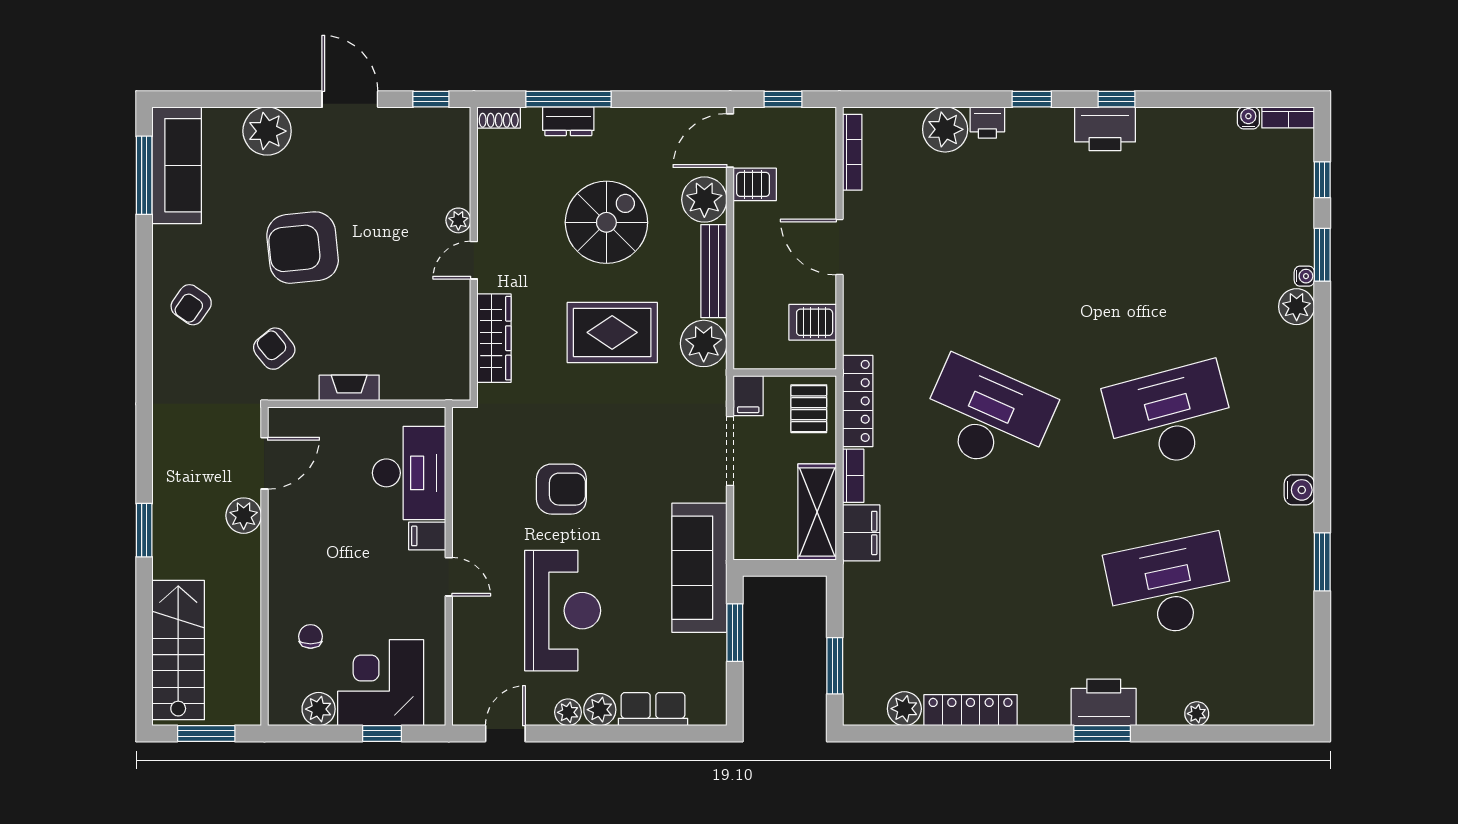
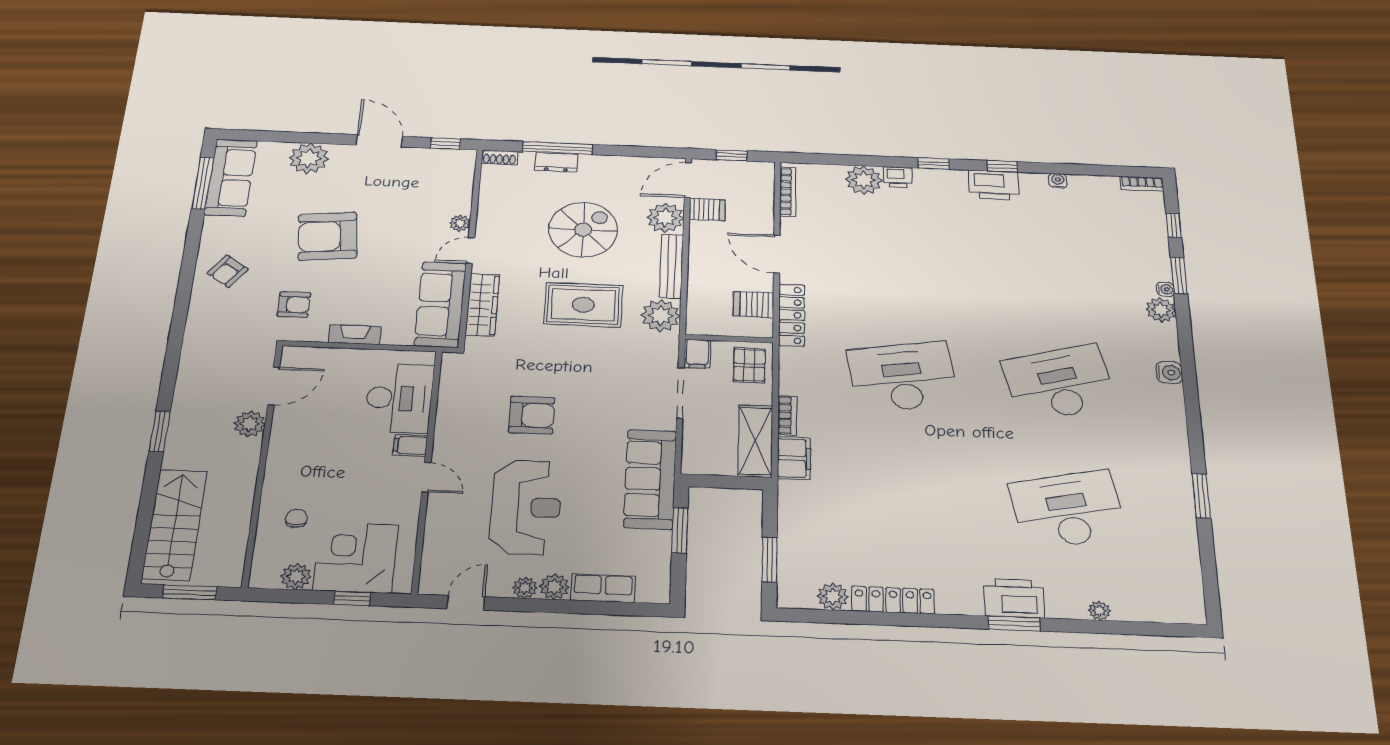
water cooler: (1248, 118) -> (1058, 181), moved
sofa: (445, 340) -> (440, 304), added
armchair: (274, 349) -> (294, 304), turned 129
locker: (858, 401) -> (792, 315), moved
desk: (987, 416) -> (903, 377), turned -33
water cooler: (1299, 490) -> (1169, 373), moved

